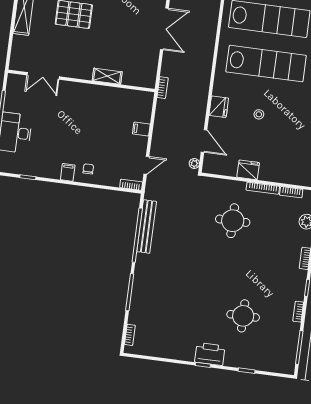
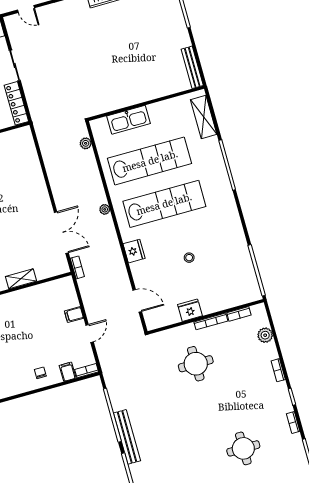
double door: (164, 29) -> (61, 233), moved
fridge: (219, 107) -> (134, 251), moved
stool: (259, 114) -> (189, 258), moved
plant: (194, 164) -> (105, 209), moved
door: (146, 165) -> (90, 333), moved
filing cabinet: (68, 172) -> (68, 372), moved
bench: (147, 226) -> (127, 437), moved

